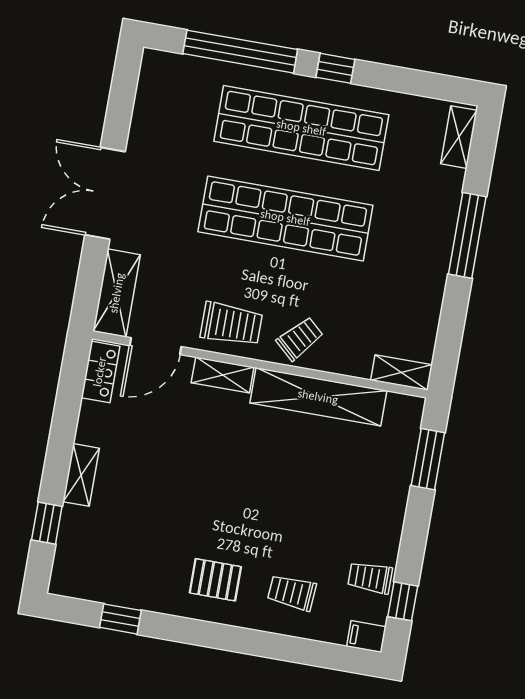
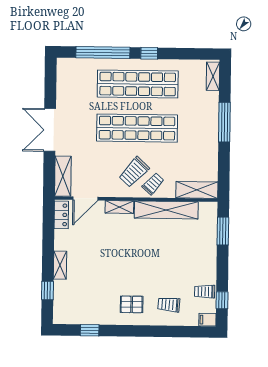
trolley: (231, 324) -> (134, 172), moved, turned 133
shelving: (401, 373) -> (197, 190), width x1.50, depth x1.33

